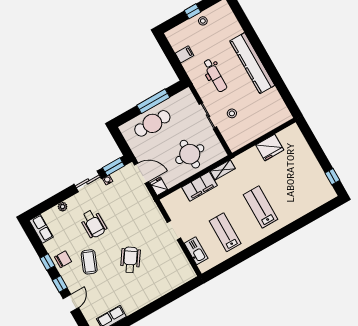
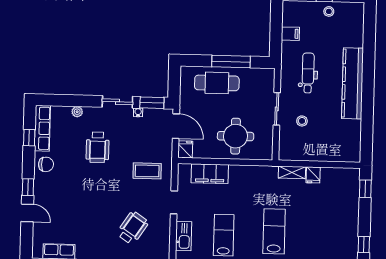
dental chair: (215, 75) -> (308, 73), turned 180
window: (309, 135) -> (365, 189), added
fridge: (270, 148) -> (313, 175), width x0.53, depth x0.75
shelving: (223, 170) -> (292, 172), moved
filing cabinet: (200, 186) -> (210, 174), moved
row of seats: (41, 229) -> (42, 128), width x1.48
wheelchair: (130, 260) -> (133, 228), moved
window: (47, 262) -> (29, 138), moved
coffee table: (89, 262) -> (147, 171), moved, turned 68
door: (71, 303) -> (27, 213), hinge flipped

